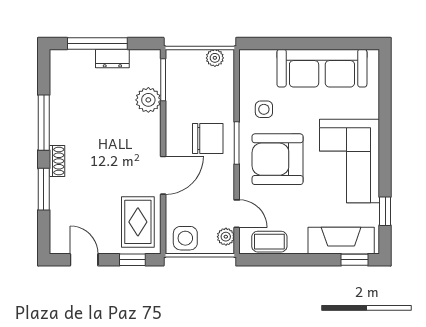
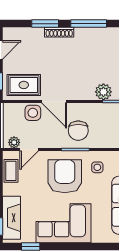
shoe rack: (57, 161) -> (59, 32), width x1.43
side table: (185, 238) -> (33, 113), moved

